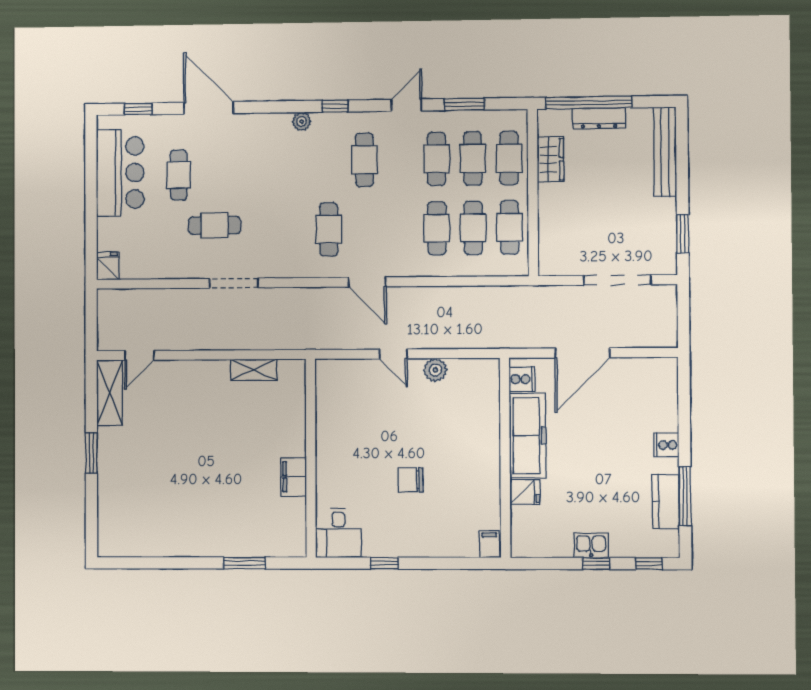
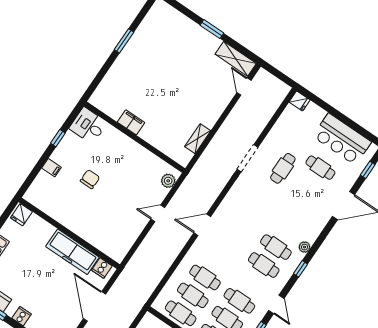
cafe table: (329, 229) -> (276, 247), moved
plant: (435, 370) -> (168, 181), moved
fridge: (525, 492) -> (21, 215), moved
filing cabinet: (489, 544) -> (51, 168), moved
window: (244, 563) -> (124, 41), moved

